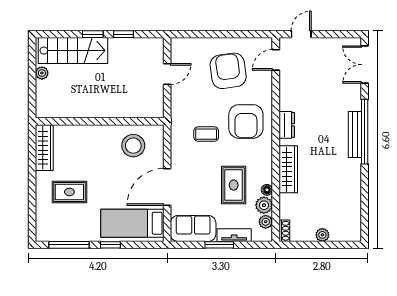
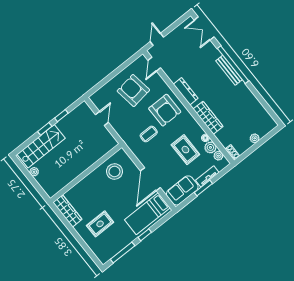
dresser: (287, 125) -> (186, 91), width x1.44

